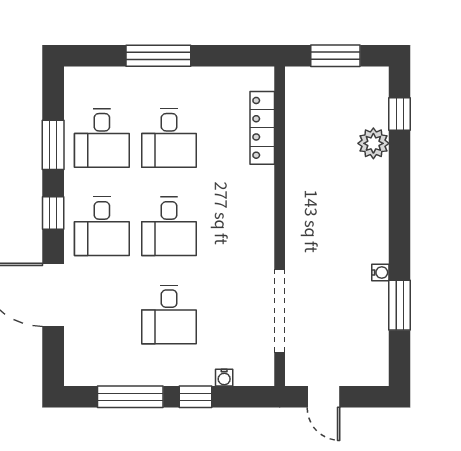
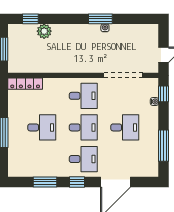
locker: (262, 128) -> (25, 84), moved
desk: (102, 138) -> (83, 96), moved
window: (400, 305) -> (100, 19), moved
window: (195, 397) -> (164, 94), moved

